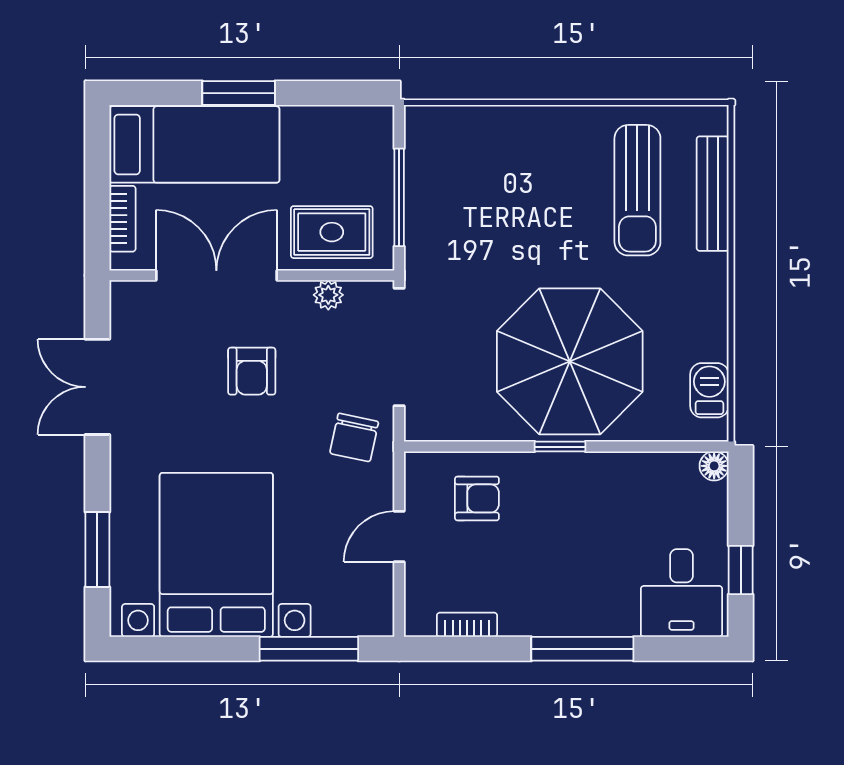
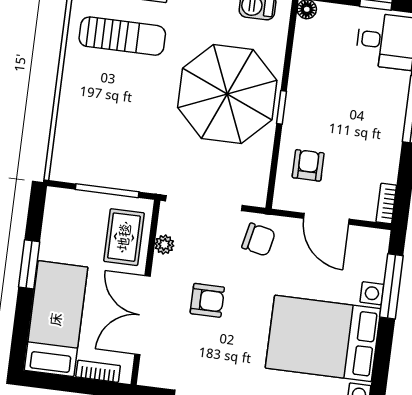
window: (239, 93) -> (29, 264), moved
door: (399, 536) -> (326, 219), width x1.38
bookcase: (467, 625) -> (386, 204), moved

